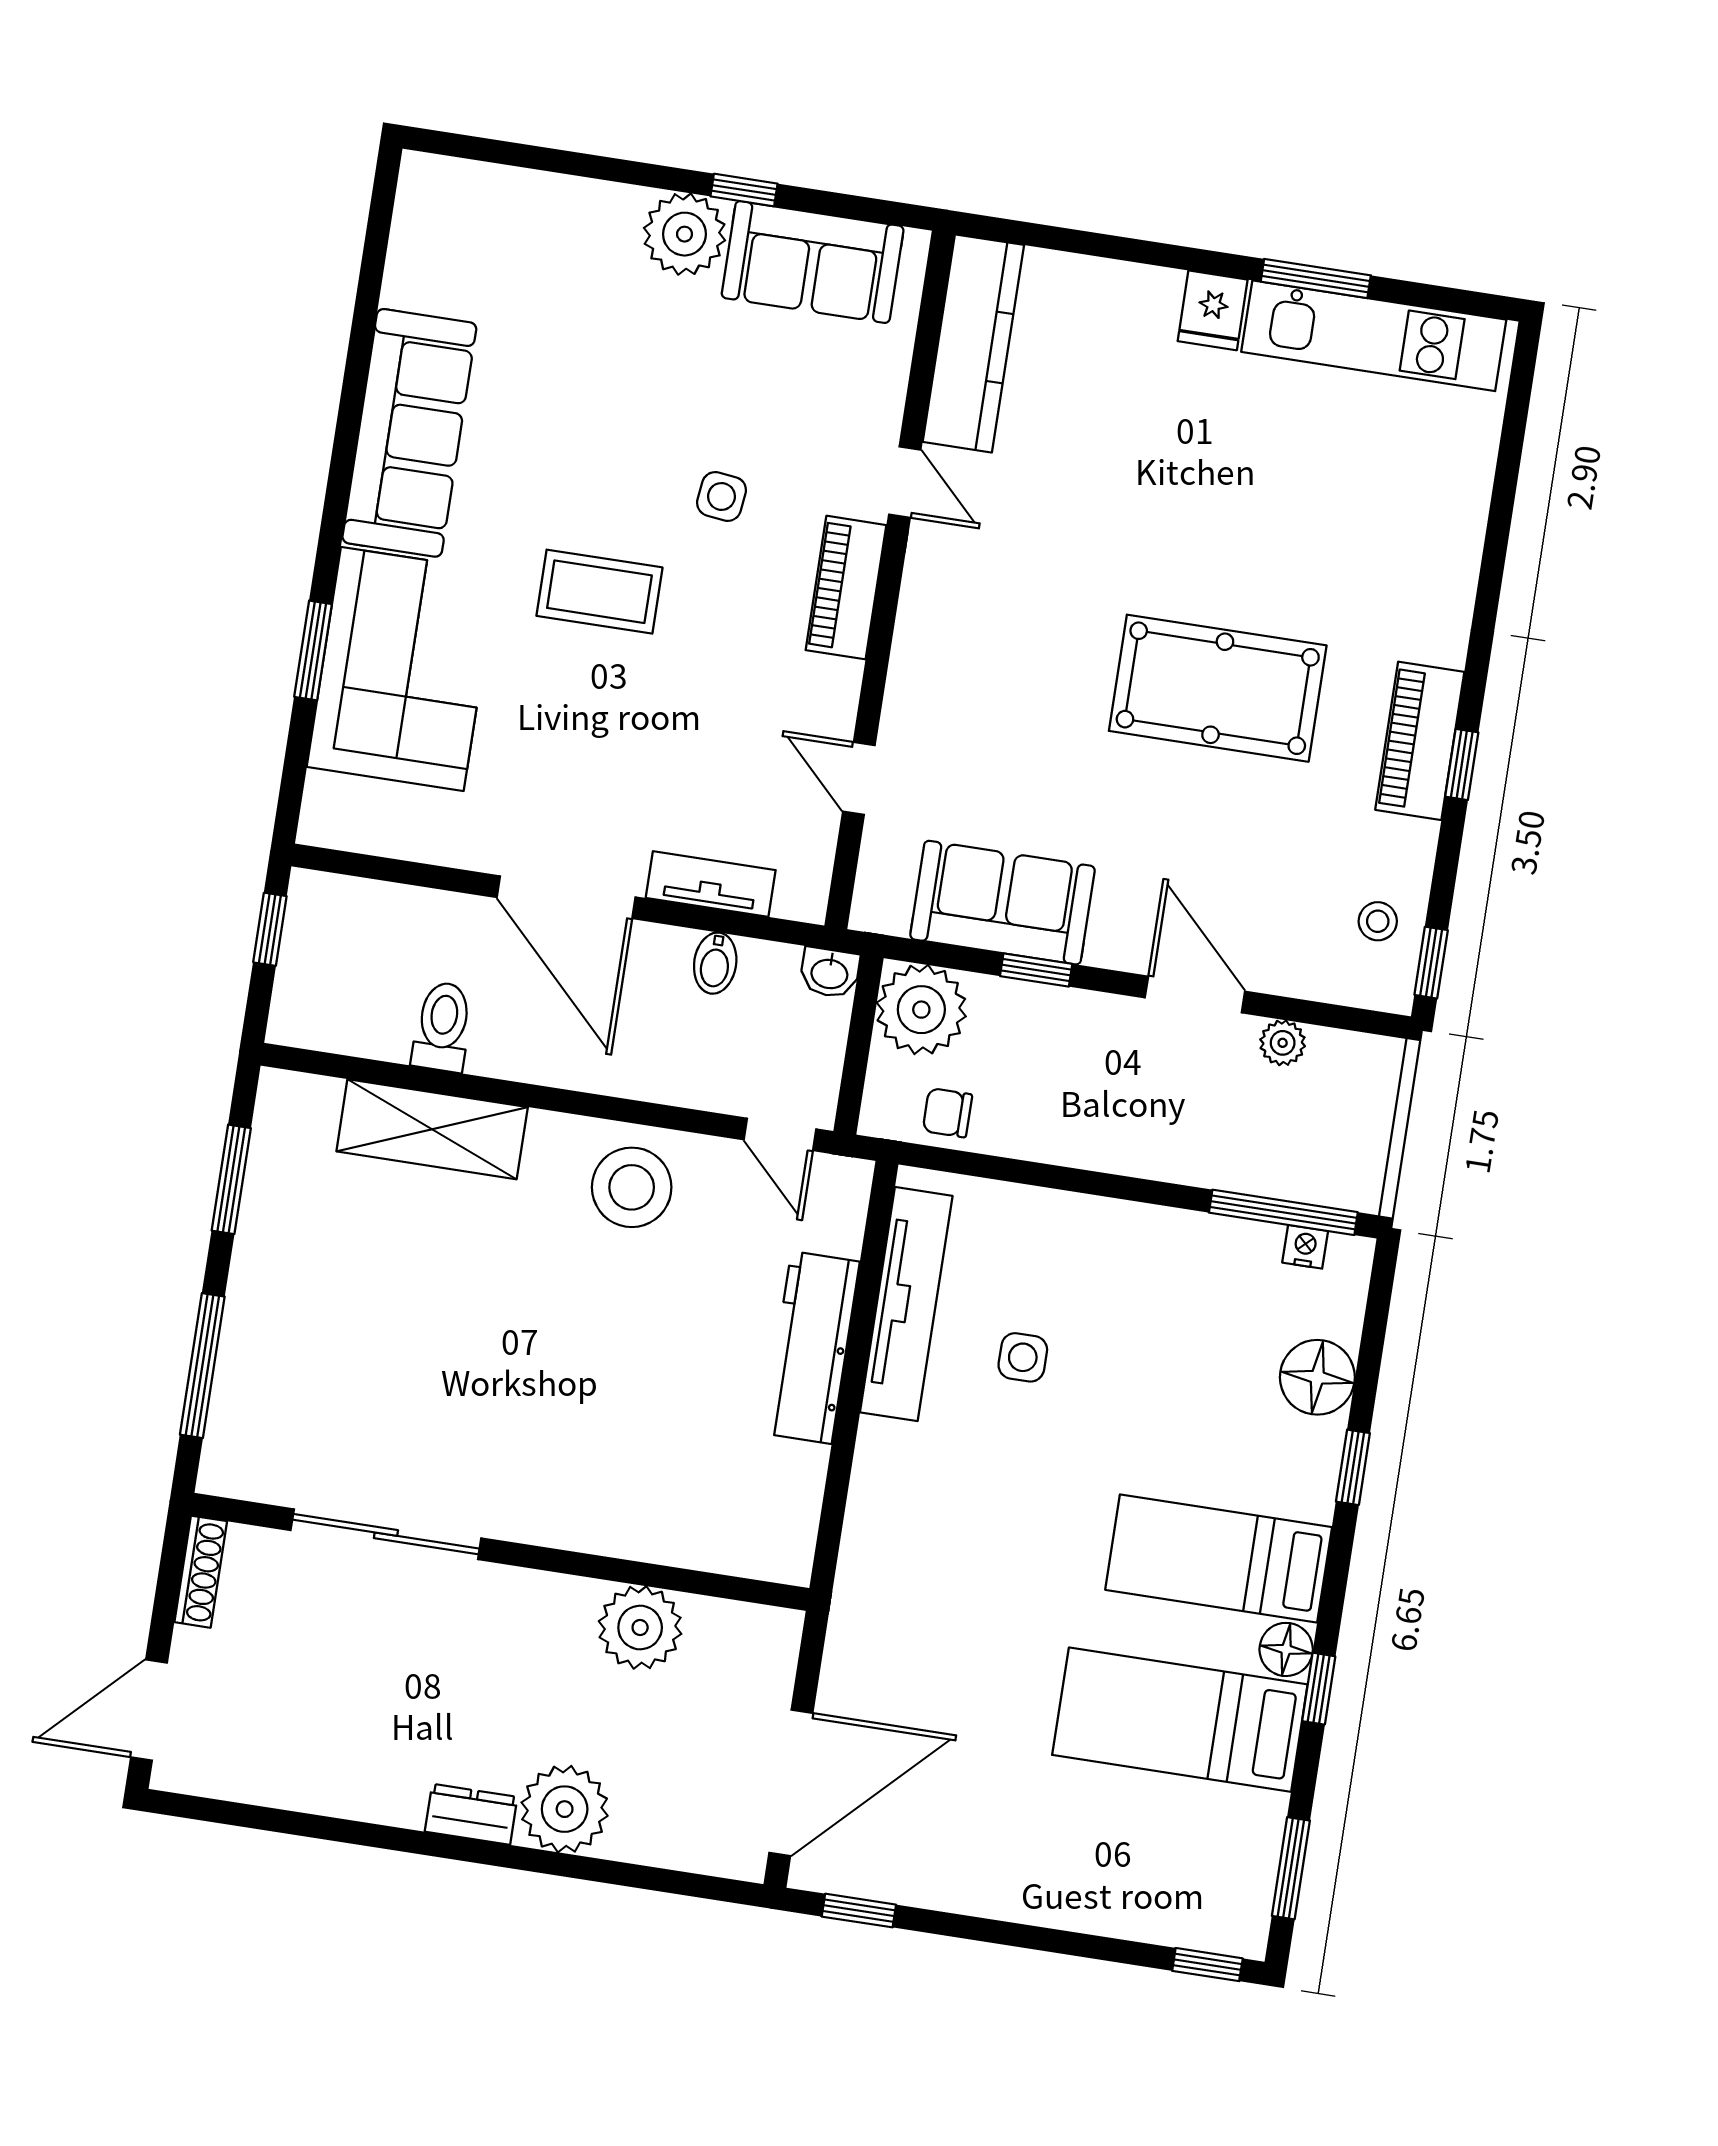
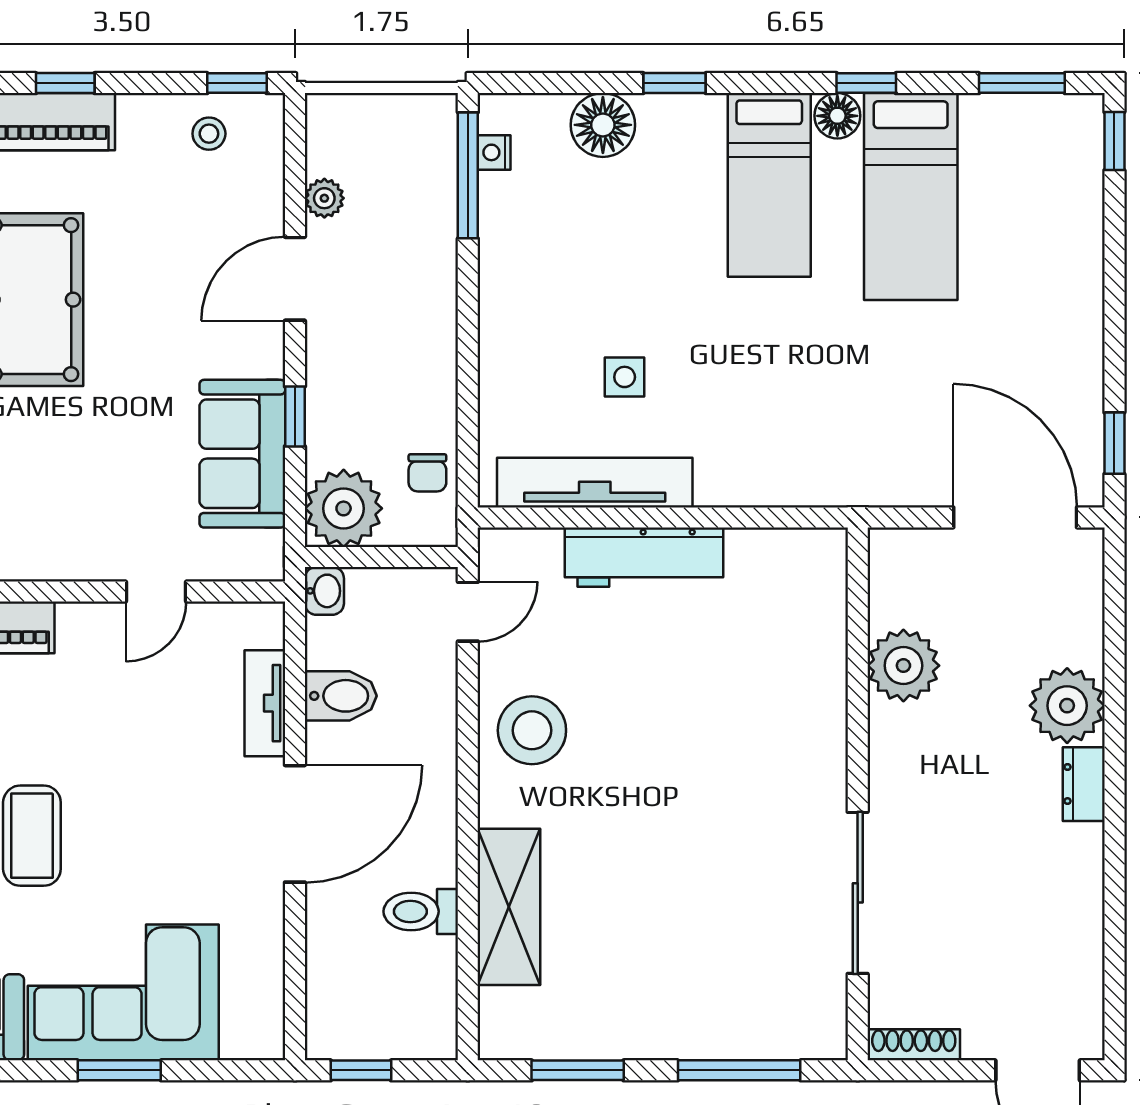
bidet: (715, 963) -> (341, 696), width x1.38, depth x1.36

